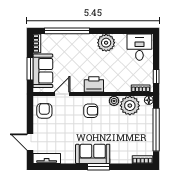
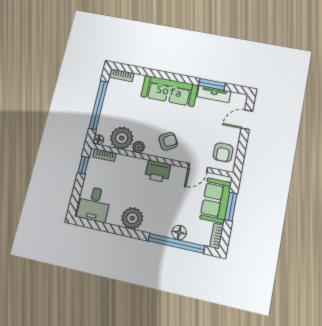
floor lamp: (67, 40) -> (179, 233), added
armchair: (91, 111) -> (168, 141), turned 150
door: (30, 142) -> (247, 120), swing flipped
sofa: (93, 154) -> (169, 91), width x1.36
tv unit: (47, 159) -> (214, 94), moved
window: (99, 167) -> (212, 84), moved

